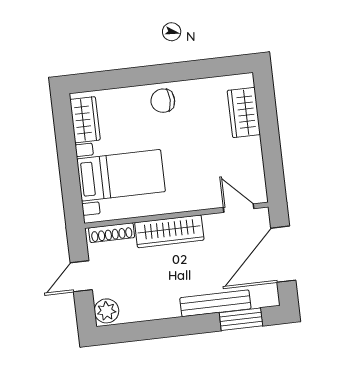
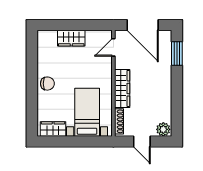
chair: (163, 101) -> (47, 84), turned -90
wardrobe: (244, 112) -> (71, 38), moved
bench: (215, 303) -> (166, 67), removed

